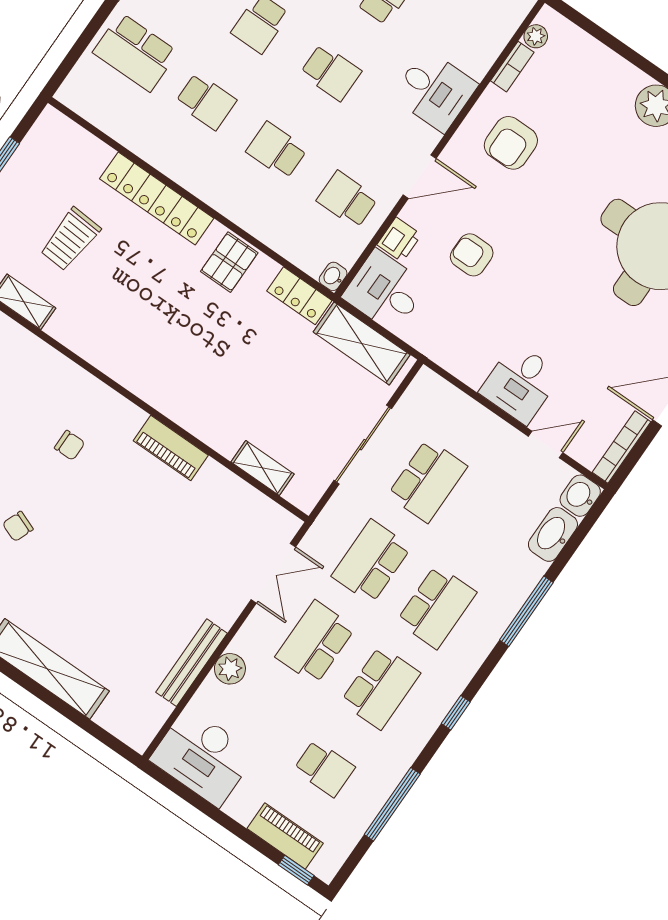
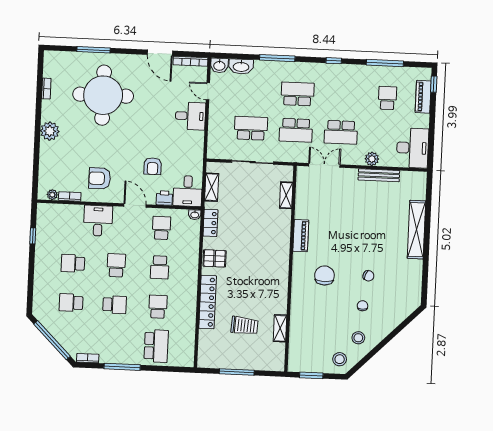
armchair: (511, 143) -> (100, 178), turned 180
school desk: (347, 199) -> (161, 228), turned 180
shelving: (362, 343) -> (212, 187), width x0.67, depth x0.75
chair: (70, 445) -> (324, 275), width x1.87, depth x1.87
school desk: (380, 688) -> (342, 96), removed

